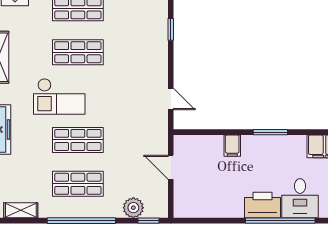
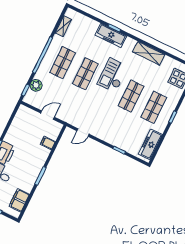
filing cabinet: (232, 146) -> (48, 143), moved

